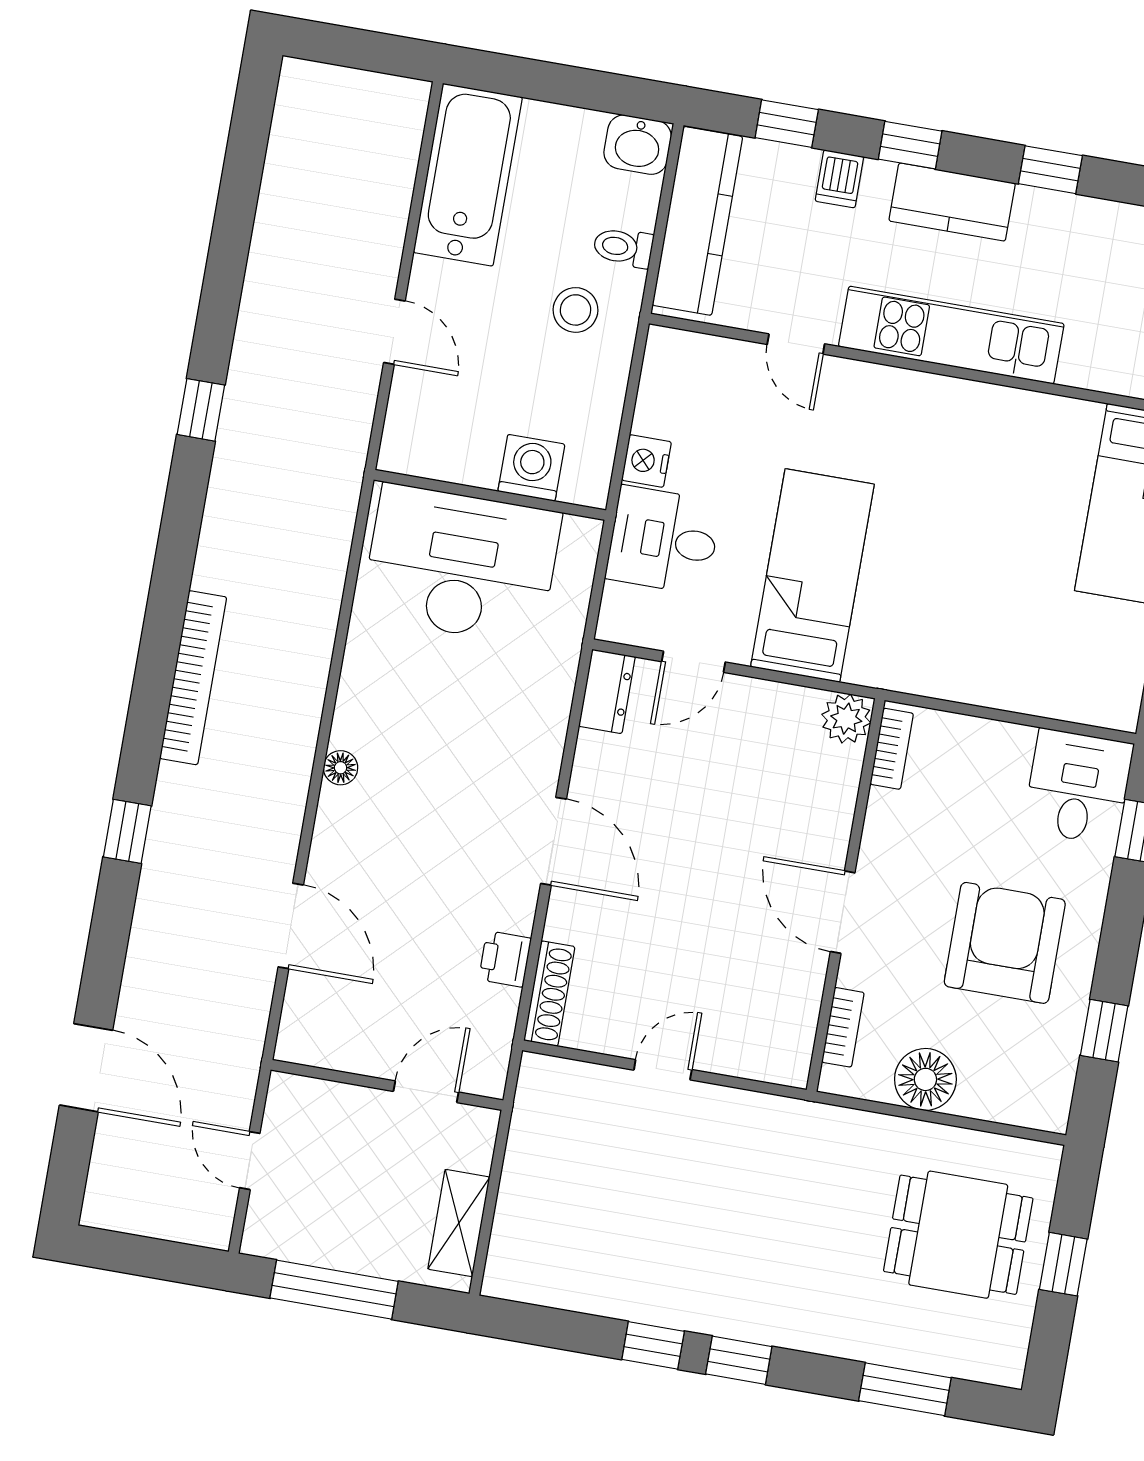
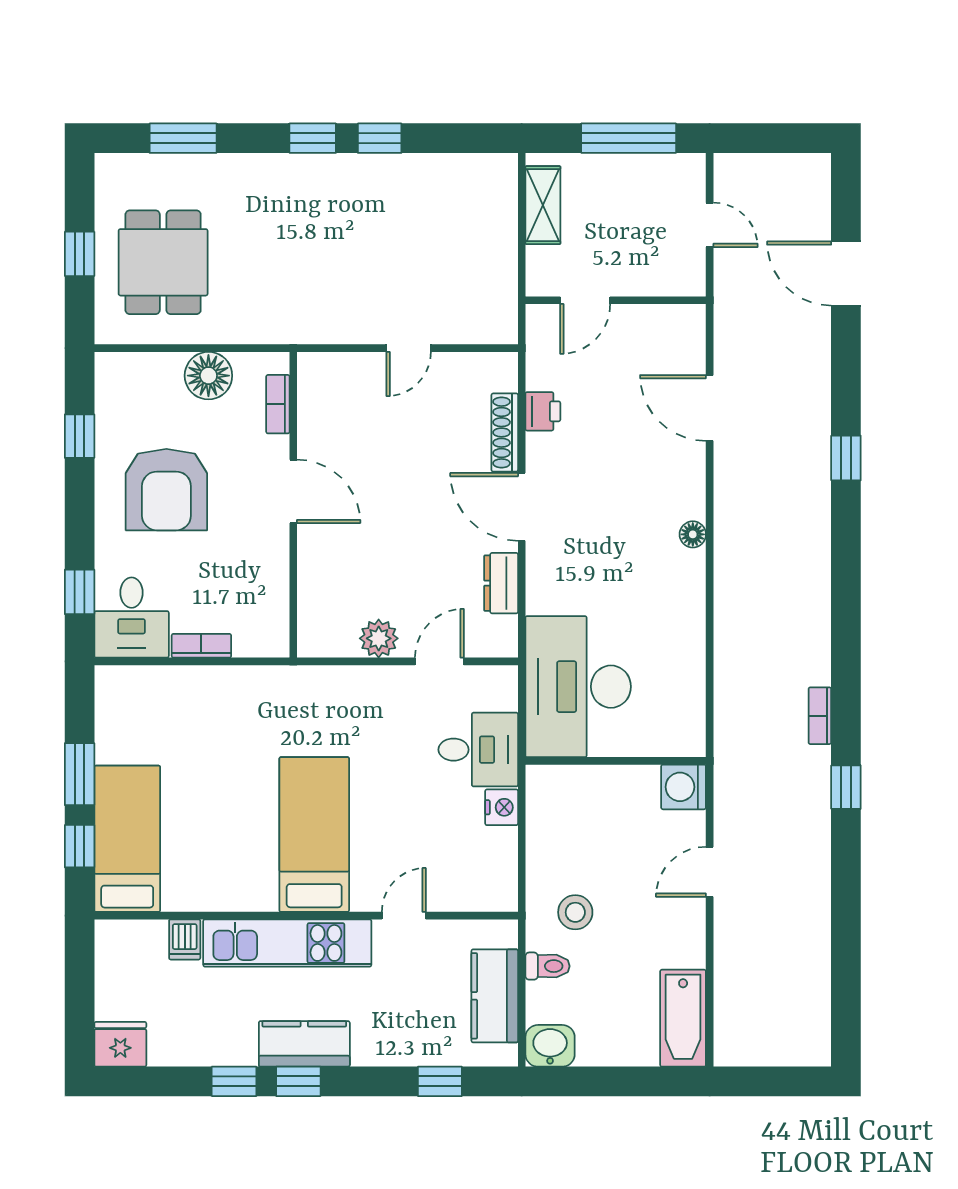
window: (910, 145) -> (298, 1081), moved
bathtub: (468, 175) -> (683, 1018), width x0.73, depth x0.73
dishwasher: (839, 179) -> (185, 939), moved, turned 180
kitchen counter: (697, 221) -> (495, 996), width x0.67
door: (394, 332) -> (710, 872), hinge flipped
door: (796, 344) -> (404, 916), hinge flipped
washing machine: (531, 468) -> (684, 787), moved, turned 90
desk: (461, 564) -> (578, 687), moved, turned 90
bed: (812, 575) -> (314, 834), moved, turned 180
bookcase: (193, 678) -> (820, 716), moved, width x0.43, depth x0.76
dresser: (607, 691) -> (501, 583), moved
plant: (846, 719) -> (379, 638), moved
bookcase: (892, 749) -> (201, 646), moved, turned 90
shoe rack: (549, 994) -> (505, 432), moved
dining table: (958, 1235) -> (163, 262), turned 90

